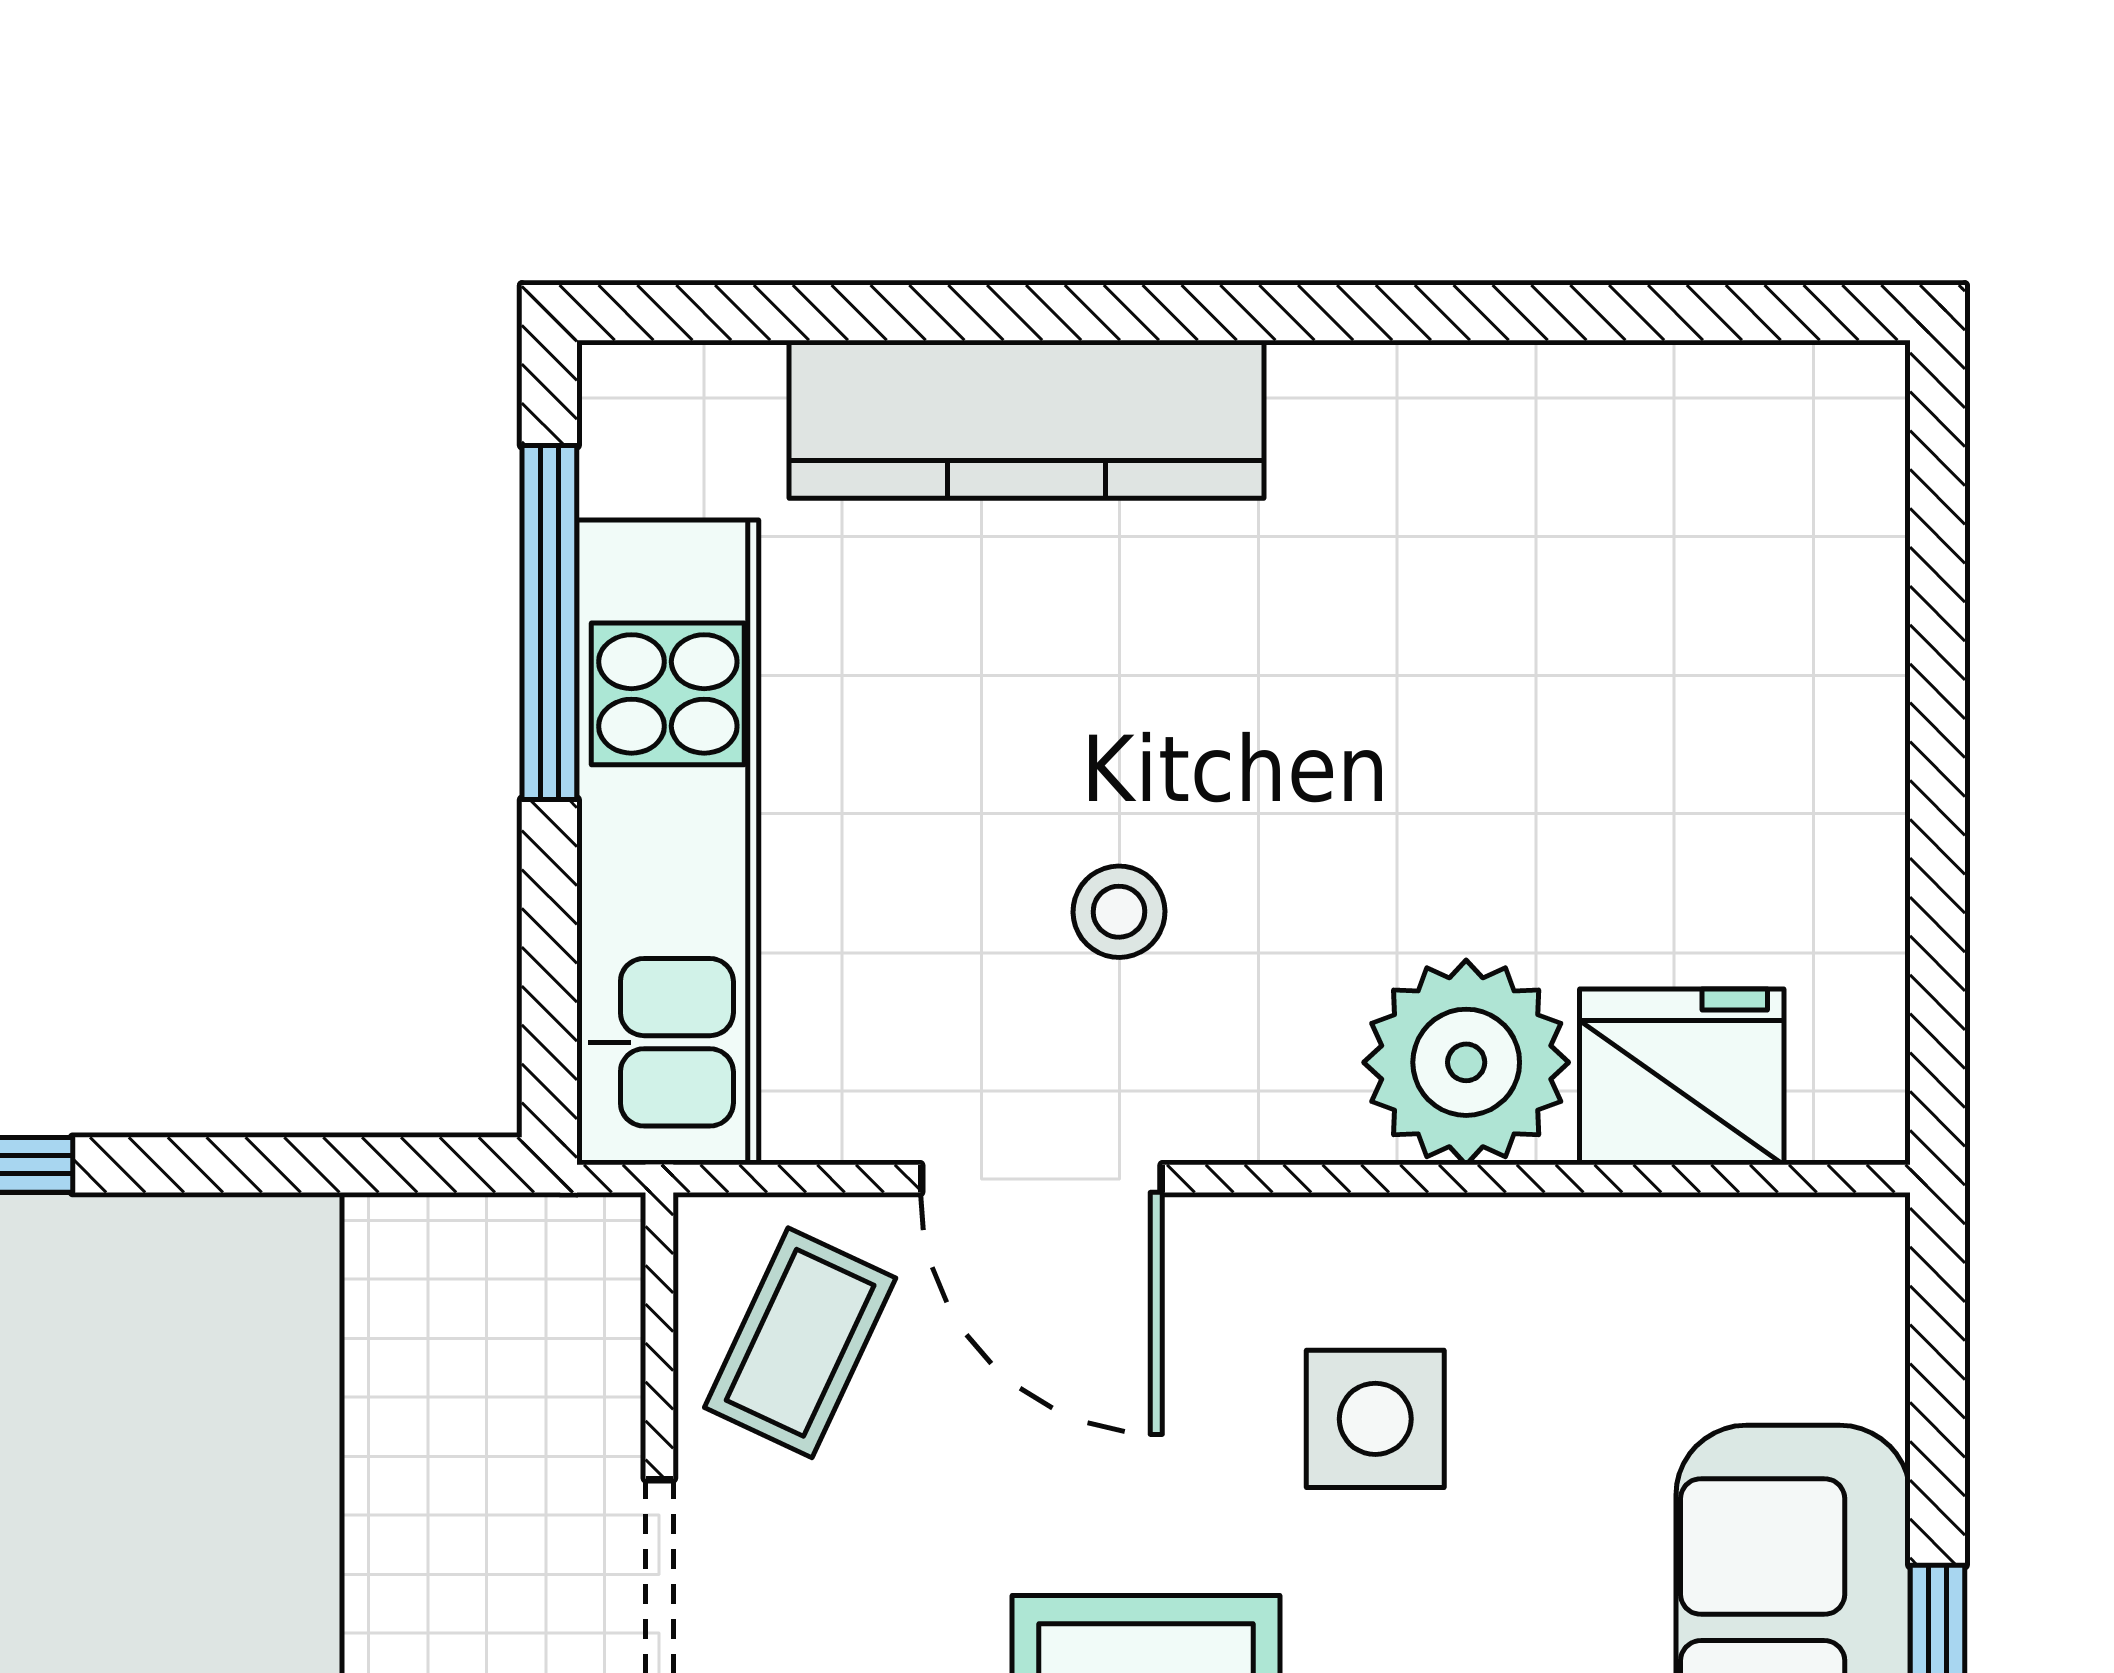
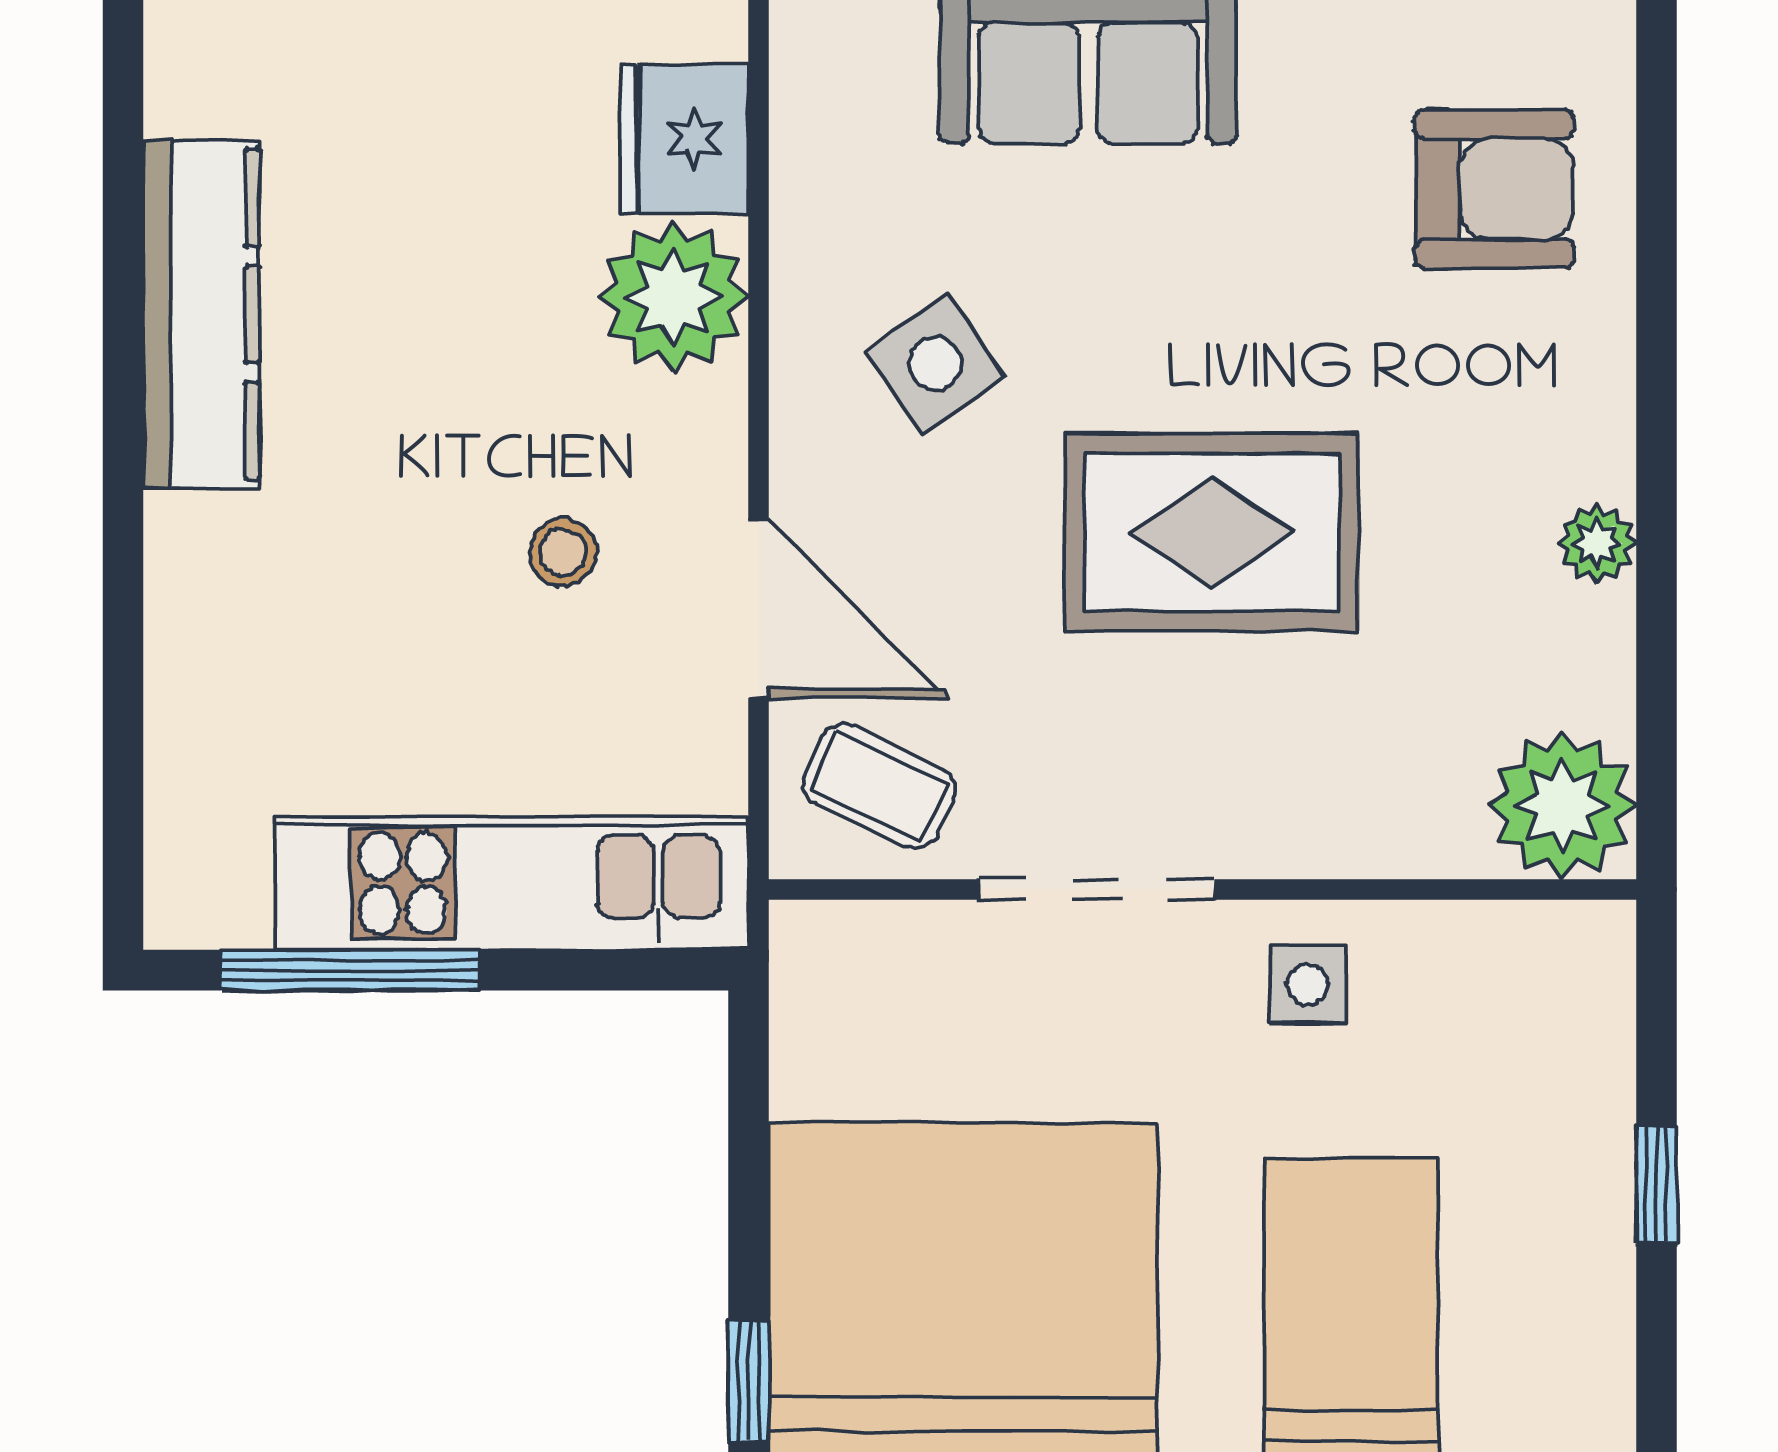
kitchen counter: (1027, 419) -> (201, 314), moved
door: (1041, 1179) -> (759, 609), hinge flipped
side table: (1375, 1419) -> (935, 364), turned -35

